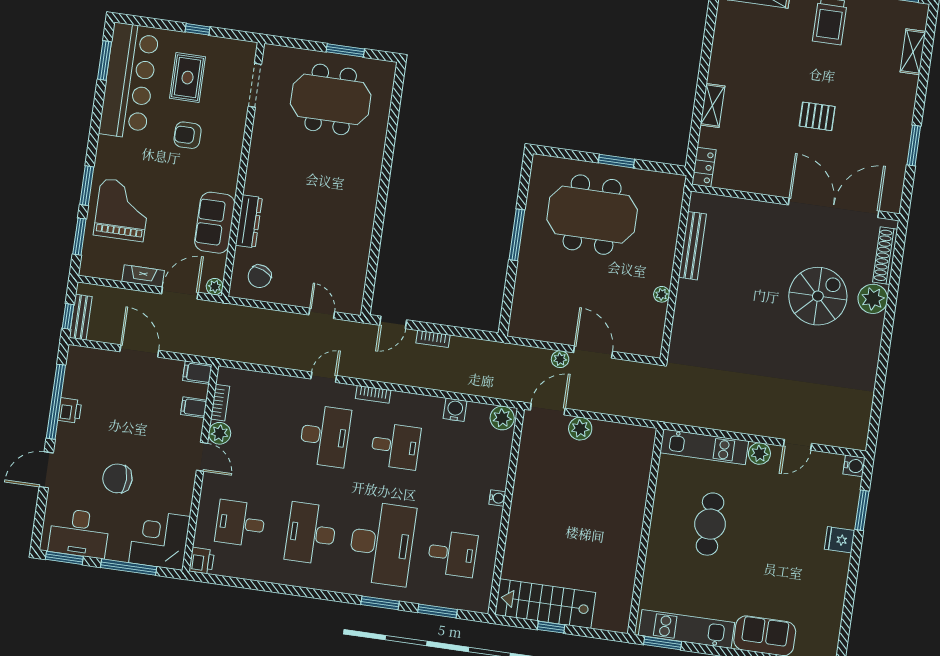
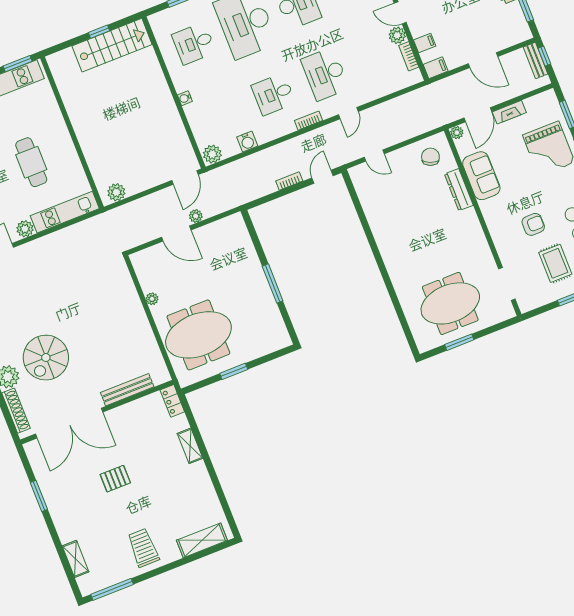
meeting table: (592, 215) -> (198, 335), moved
bench: (692, 246) -> (127, 390), moved, turned 90
plant: (580, 429) -> (116, 192), moved

